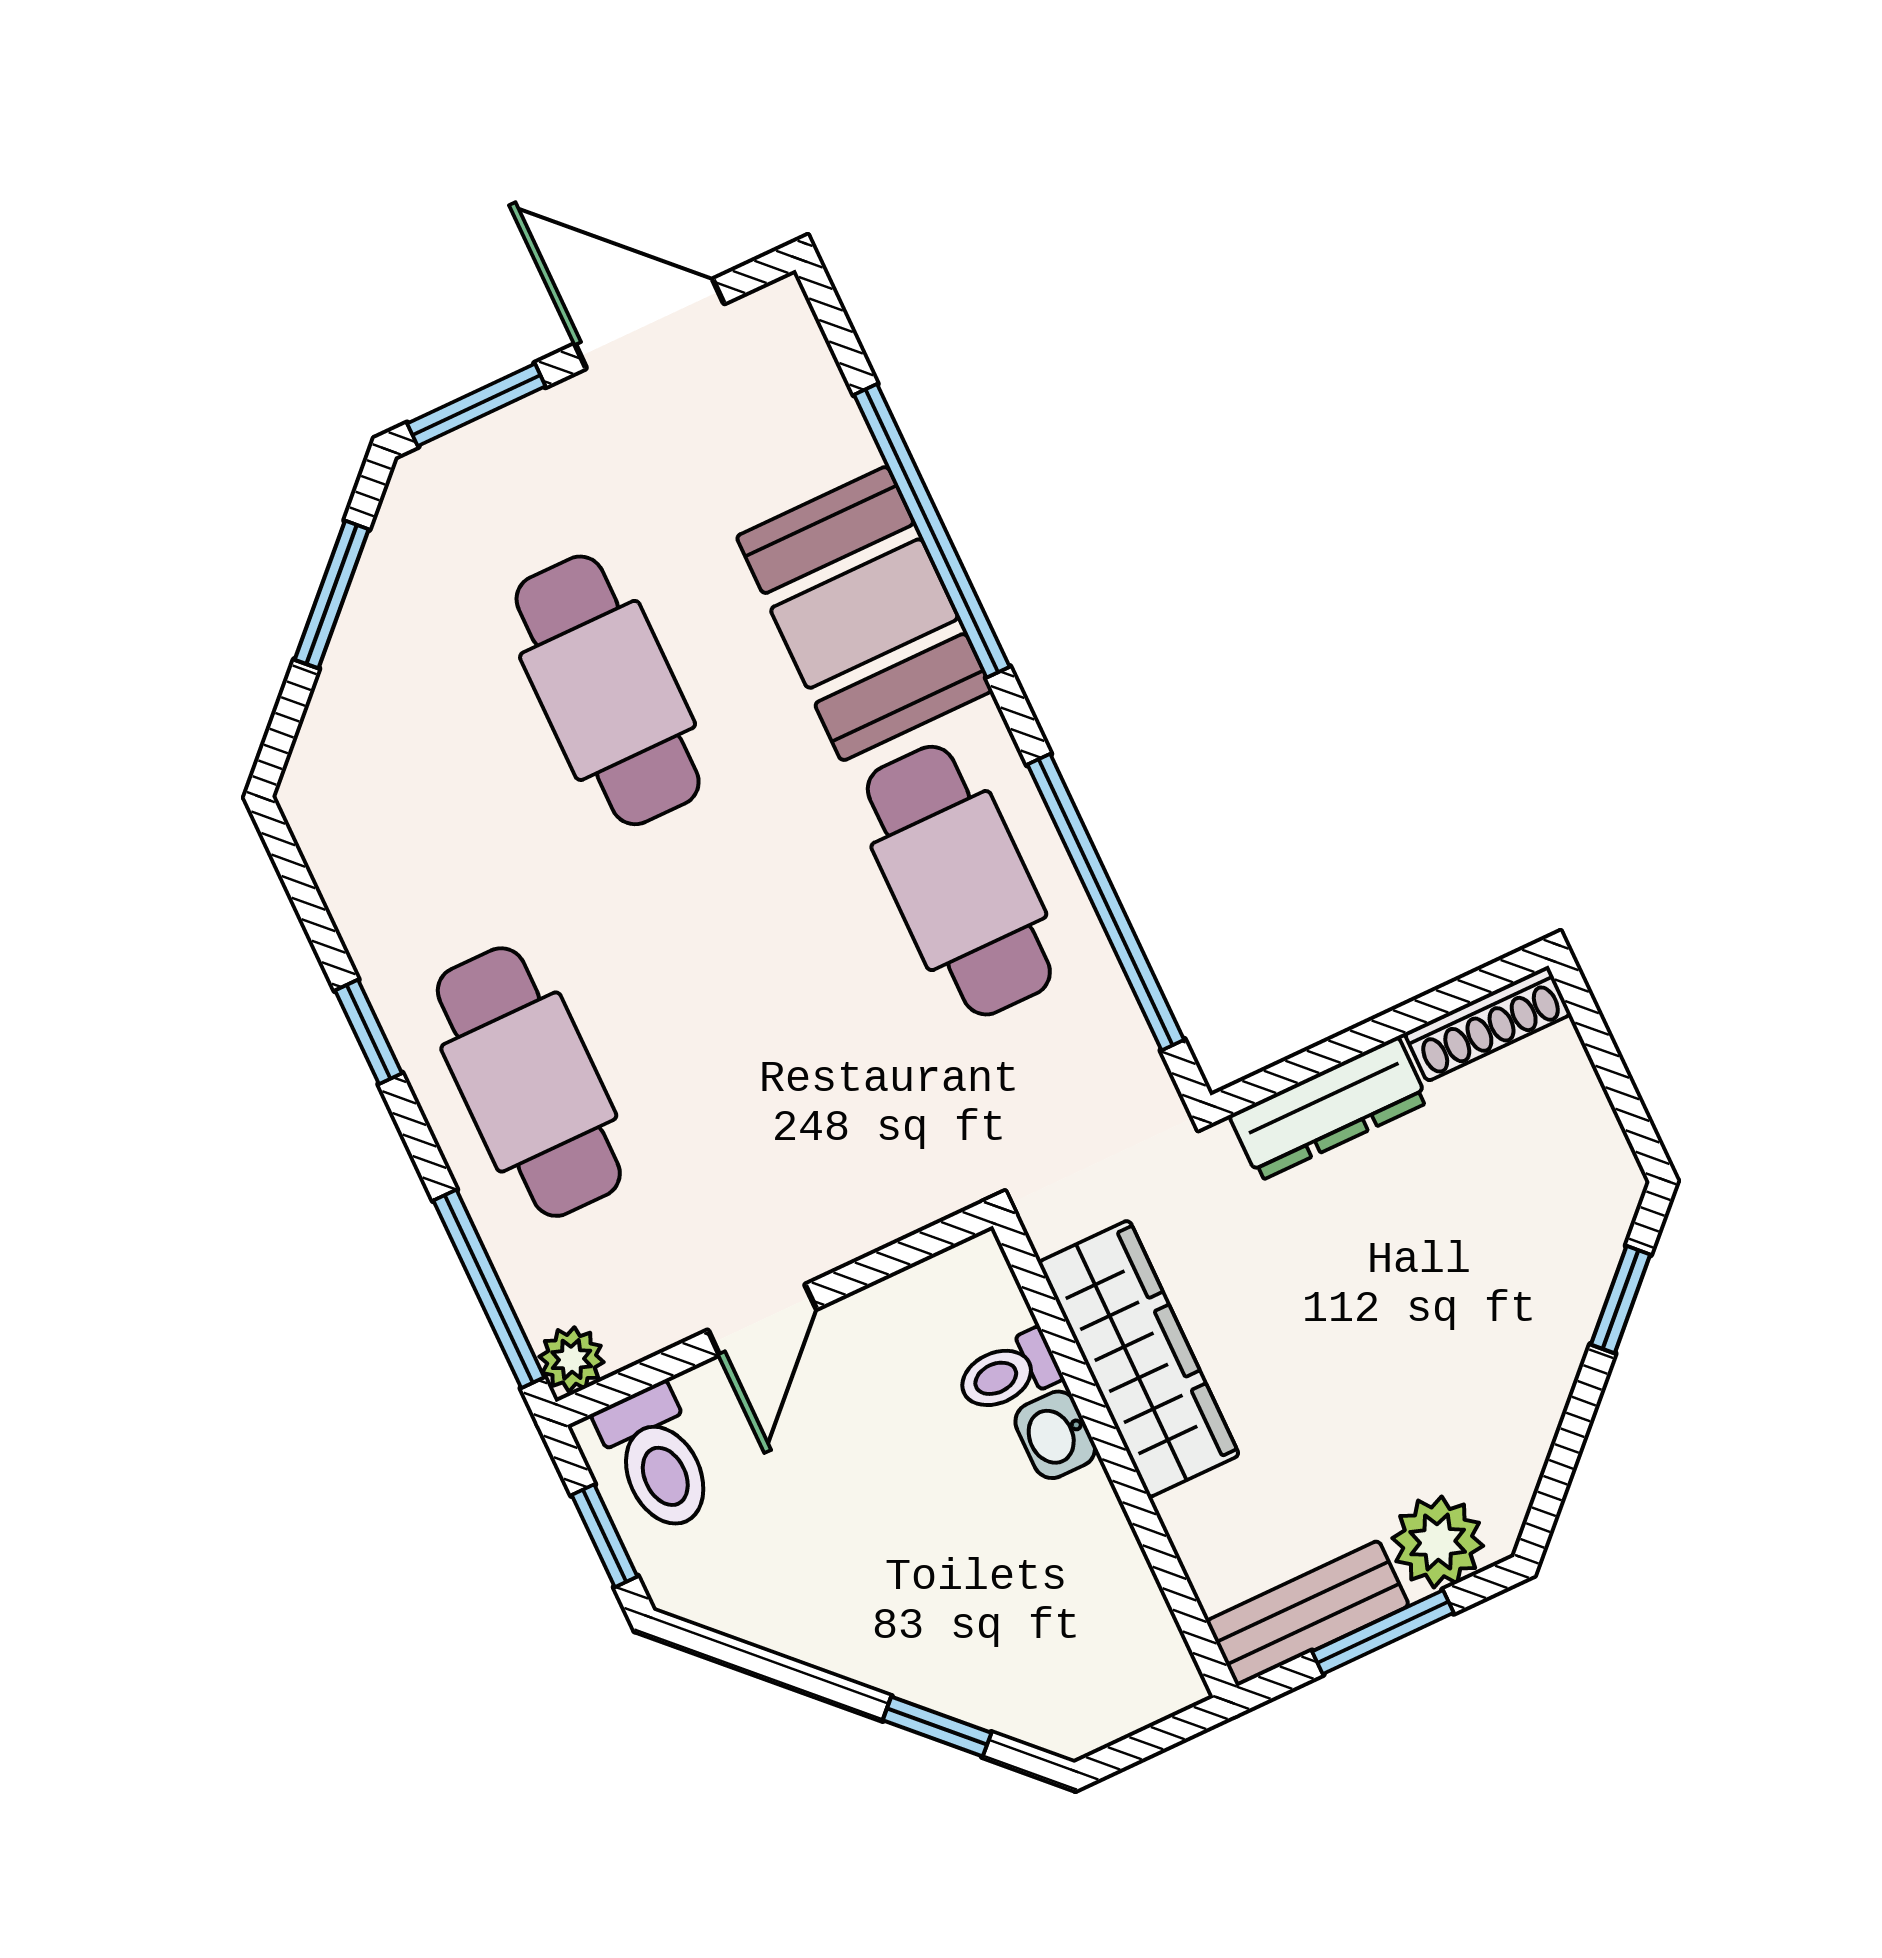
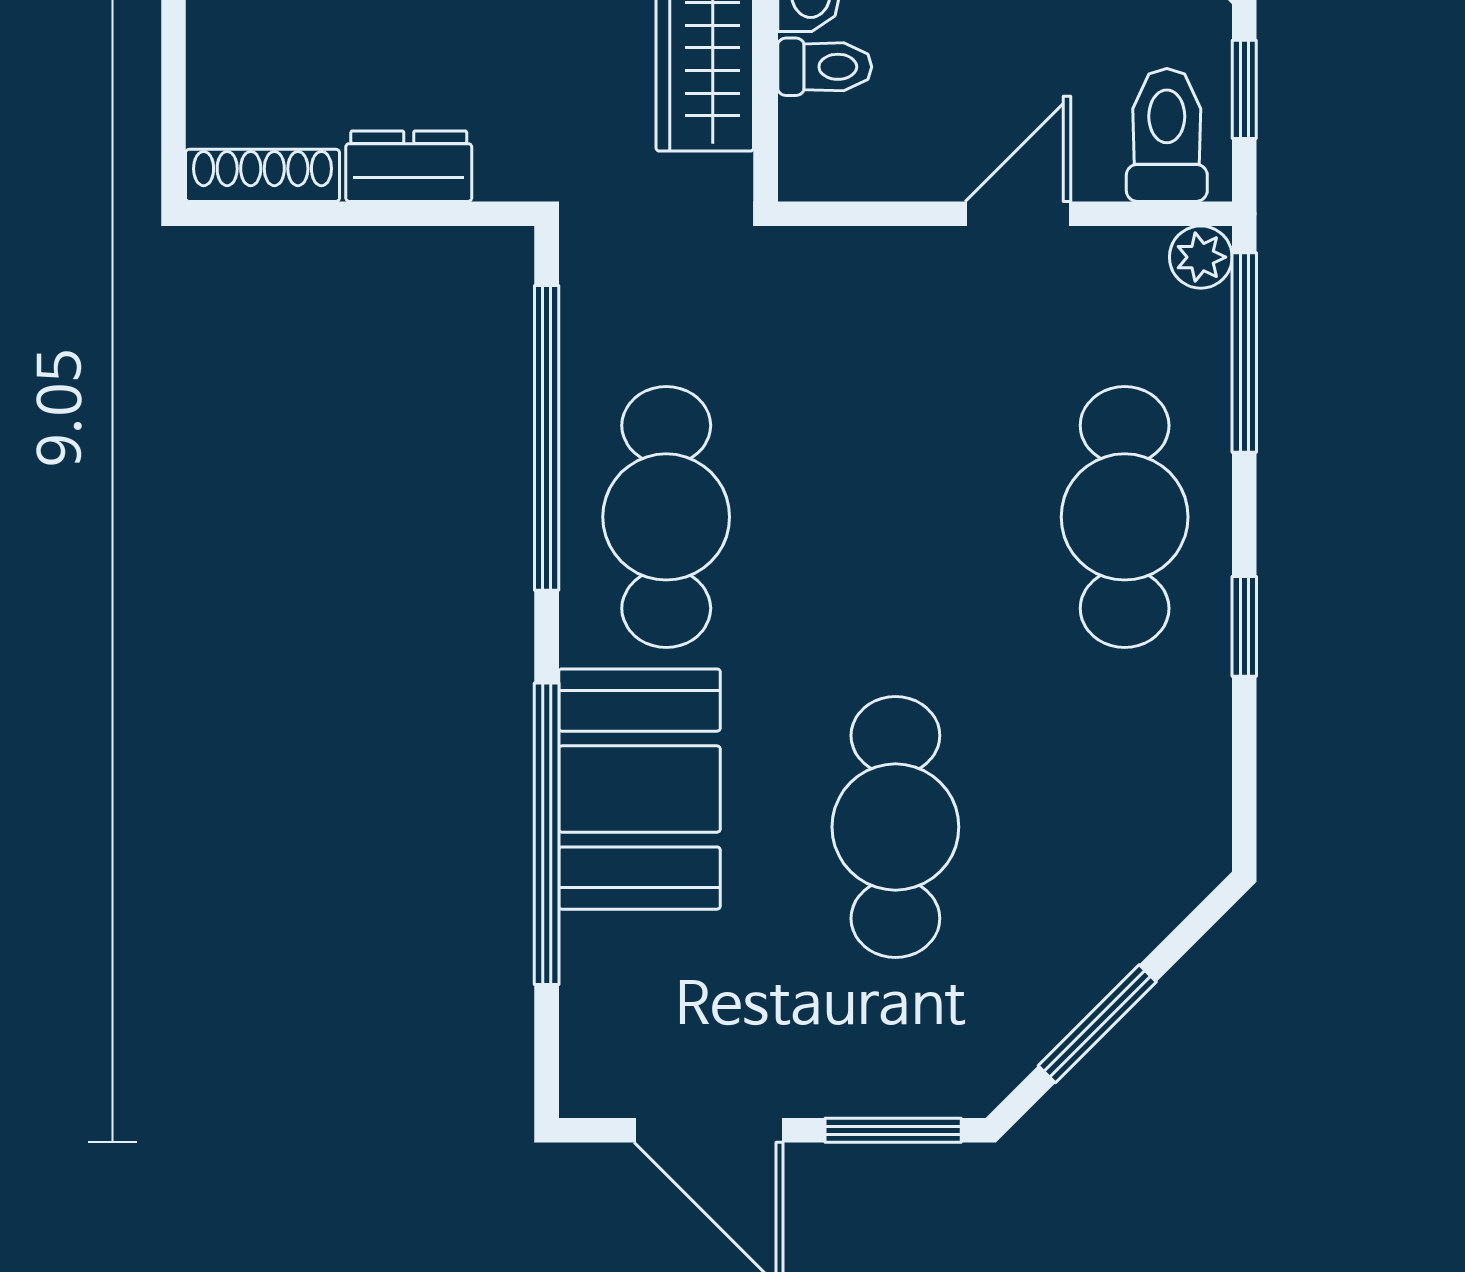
dresser: (1329, 1109) -> (409, 166), width x0.70

